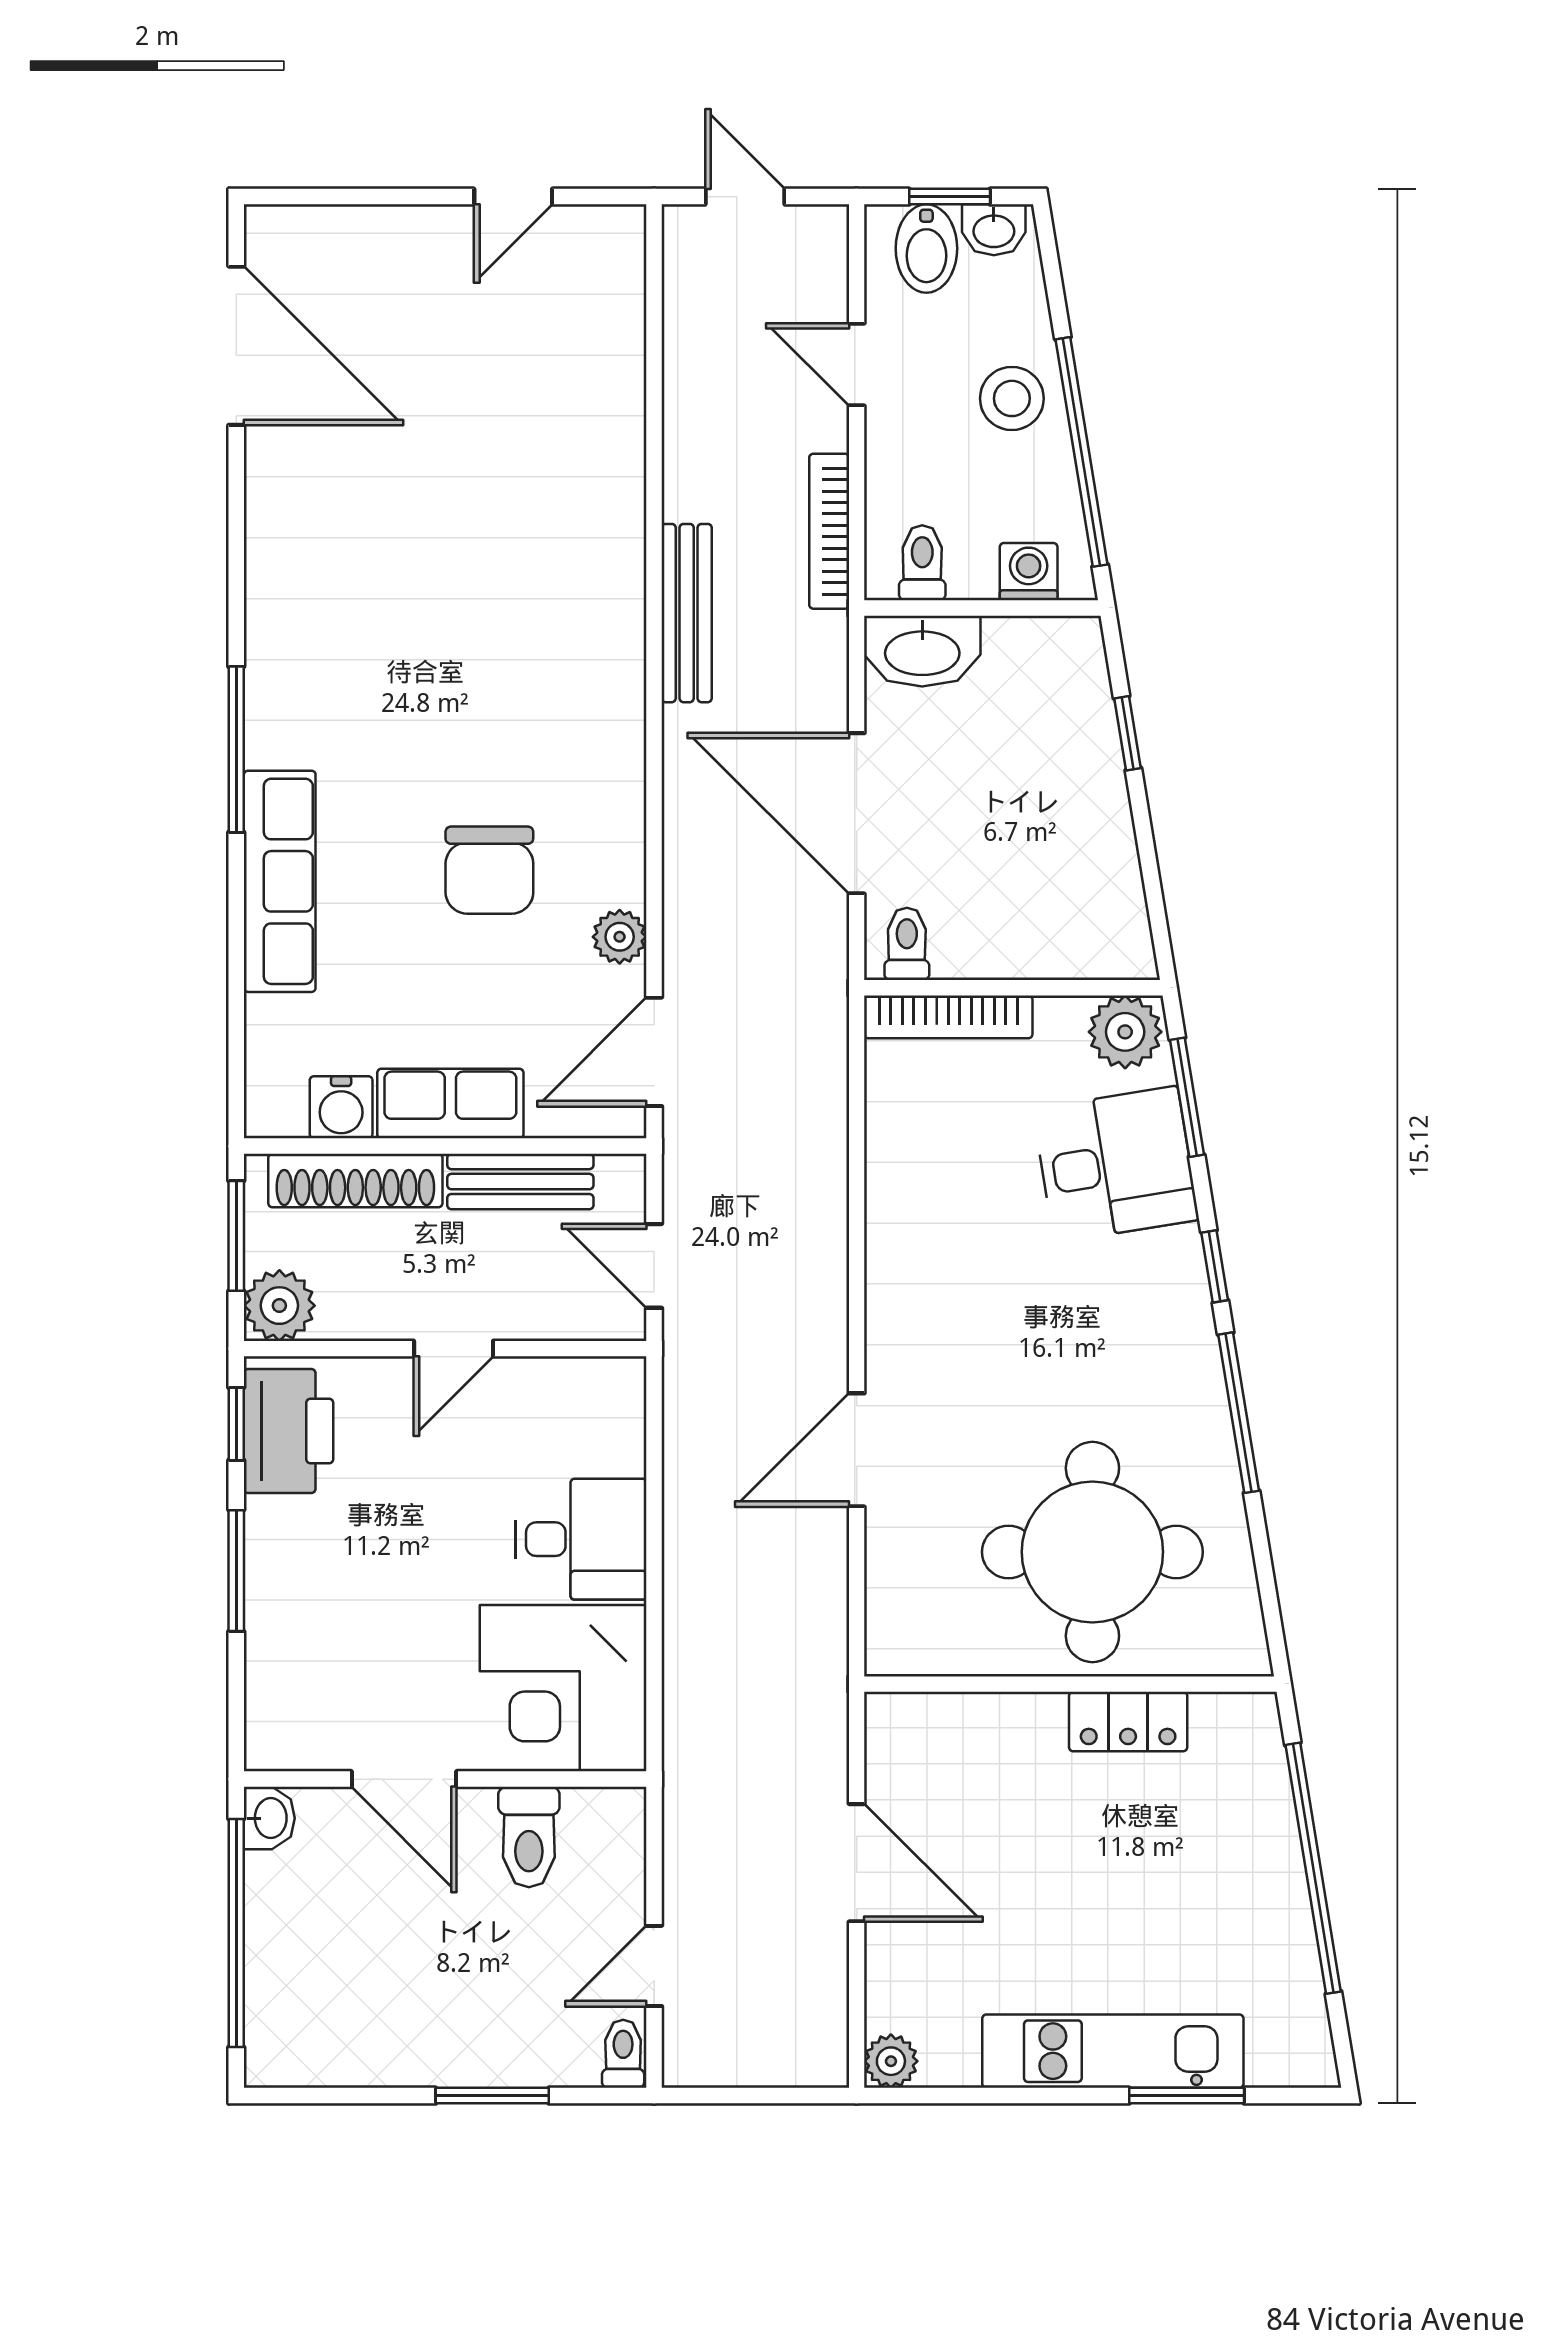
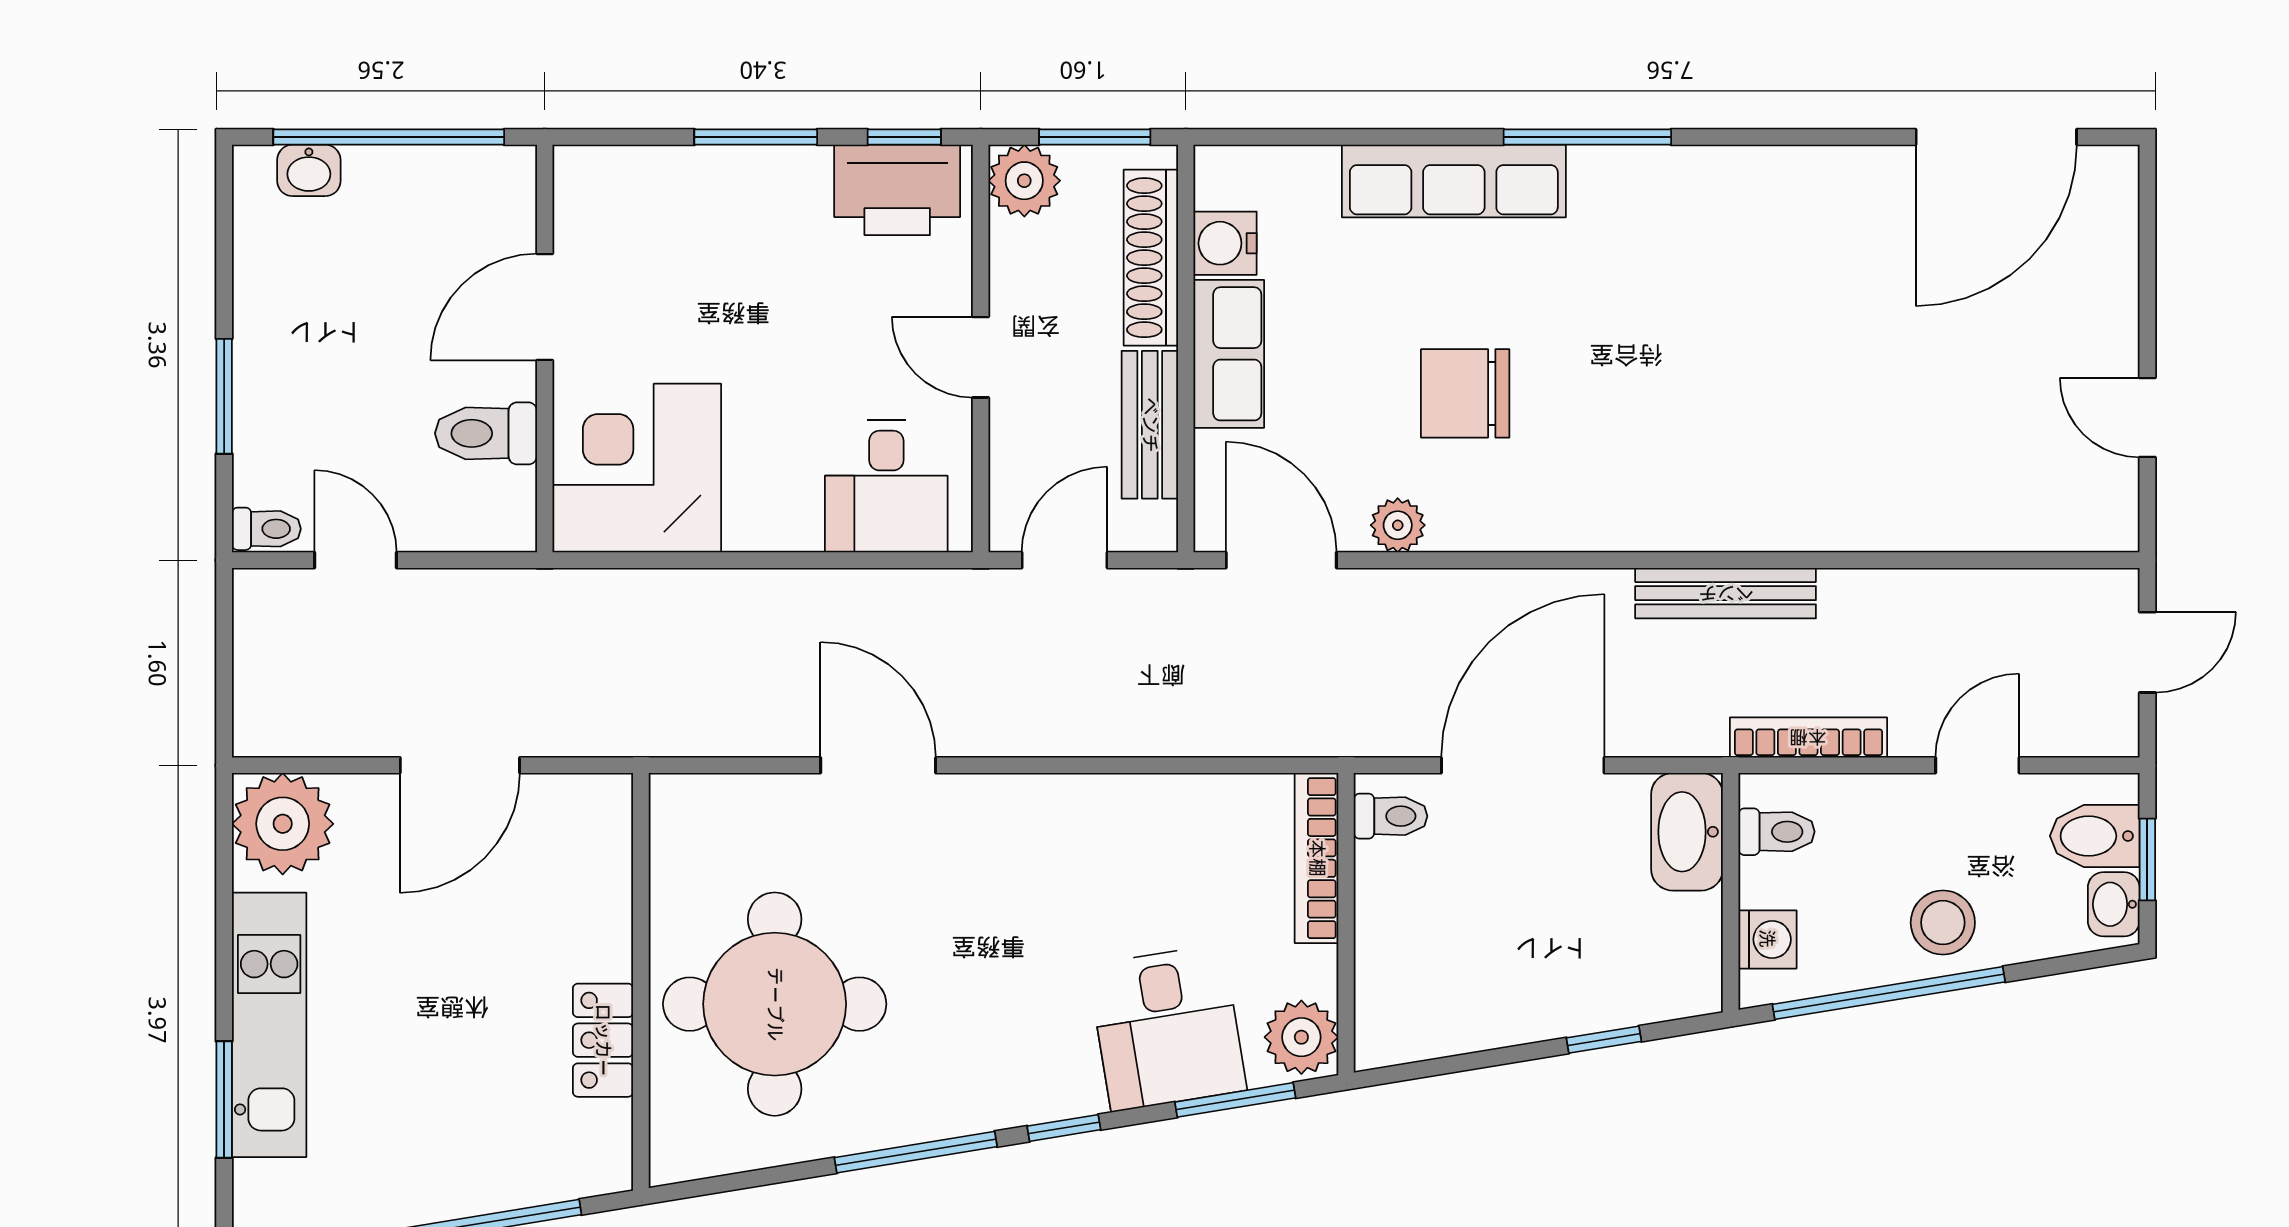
desk: (581, 1539) -> (886, 486), moved
washbasin: (269, 1818) -> (309, 170), moved
plant: (891, 2061) -> (283, 824), width x1.87, depth x1.87

